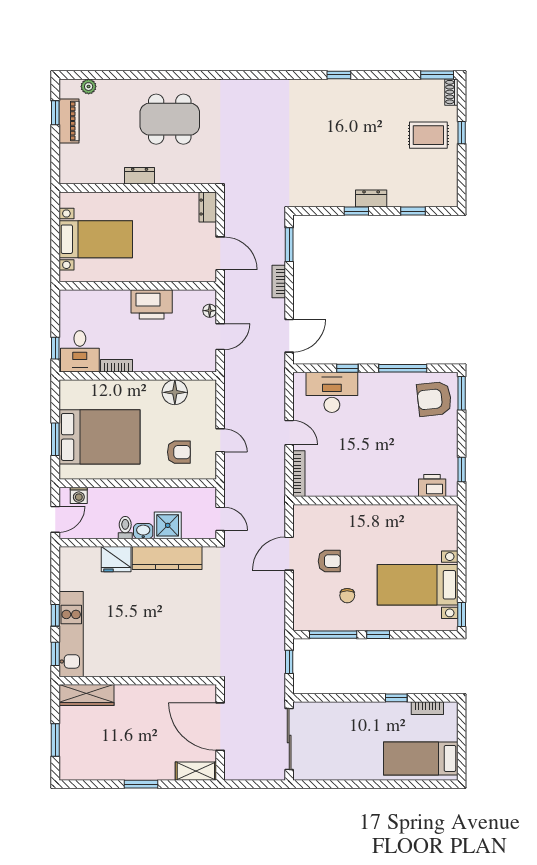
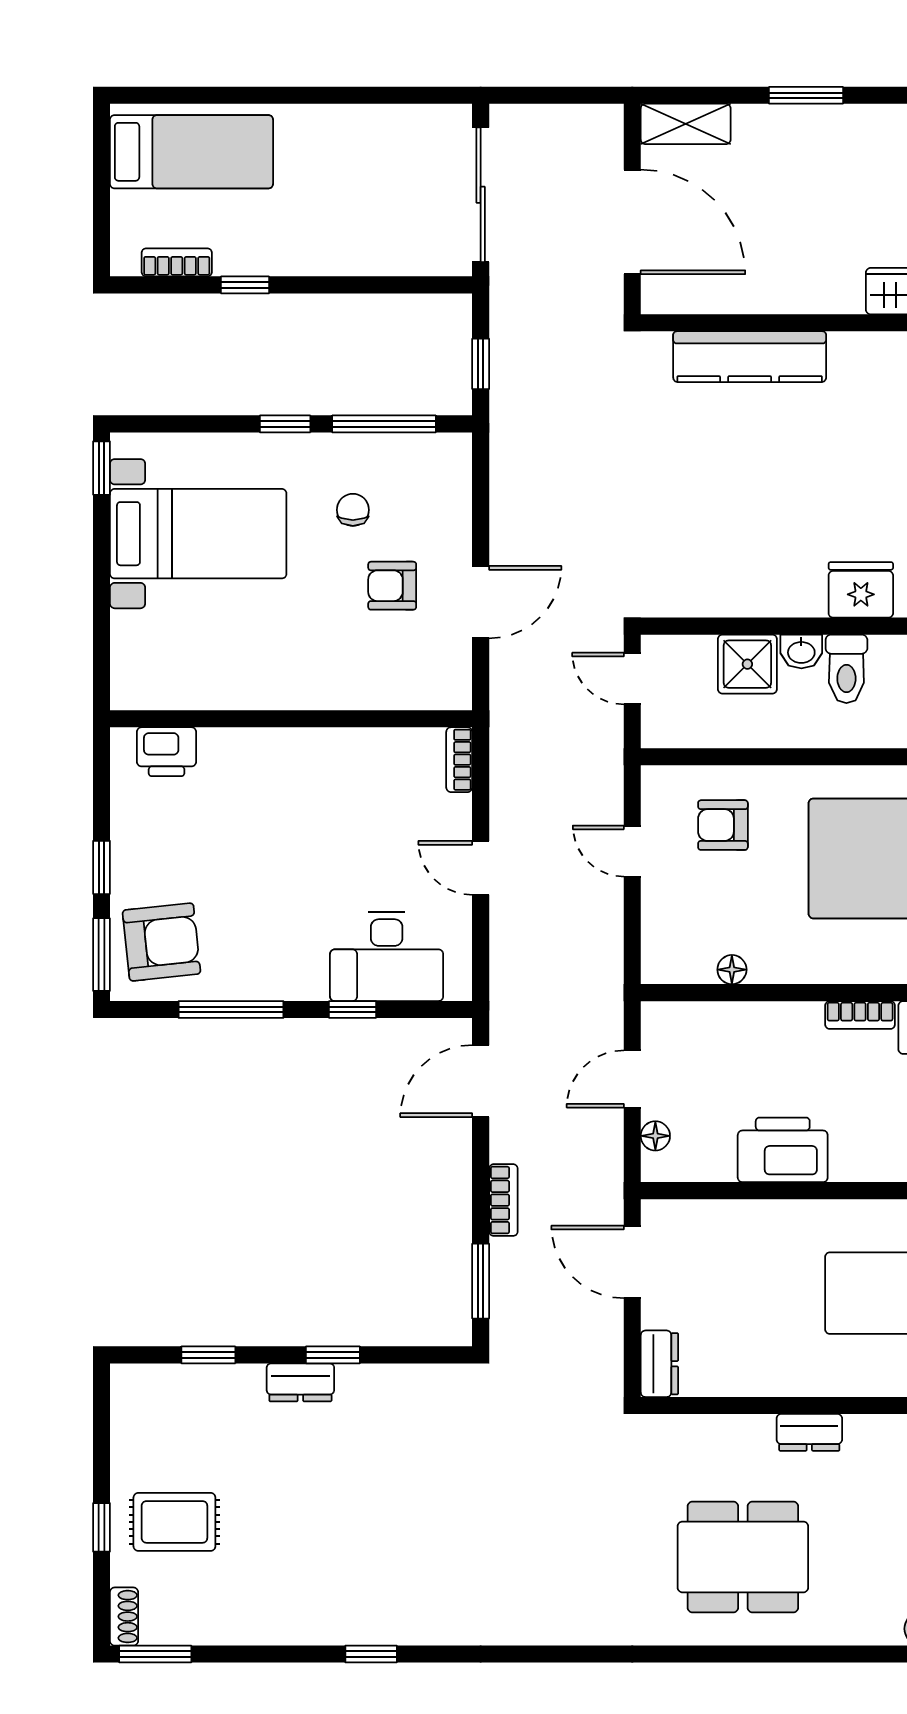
floor lamp: (175, 392) -> (732, 970), width x0.53, depth x0.53
window: (462, 470) -> (101, 867), moved
bookcase: (299, 474) -> (459, 760), width x0.64
toilet: (125, 528) -> (846, 669), width x1.37, depth x1.39
kitchen counter: (167, 558) -> (750, 357), moved, turned 180

